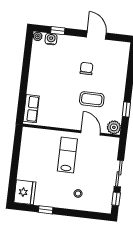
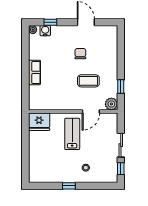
row of seats: (31, 109) -> (35, 72), moved
door: (91, 133) -> (91, 112), swing flipped
fridge: (25, 192) -> (39, 122), moved, turned 90
window: (46, 210) -> (69, 186), moved

